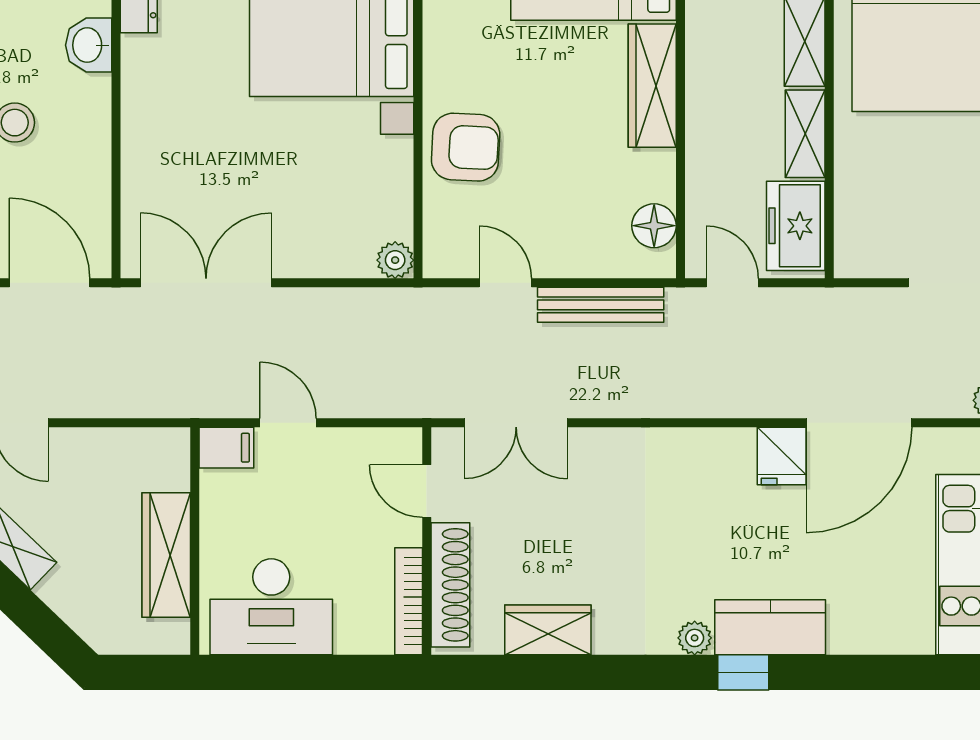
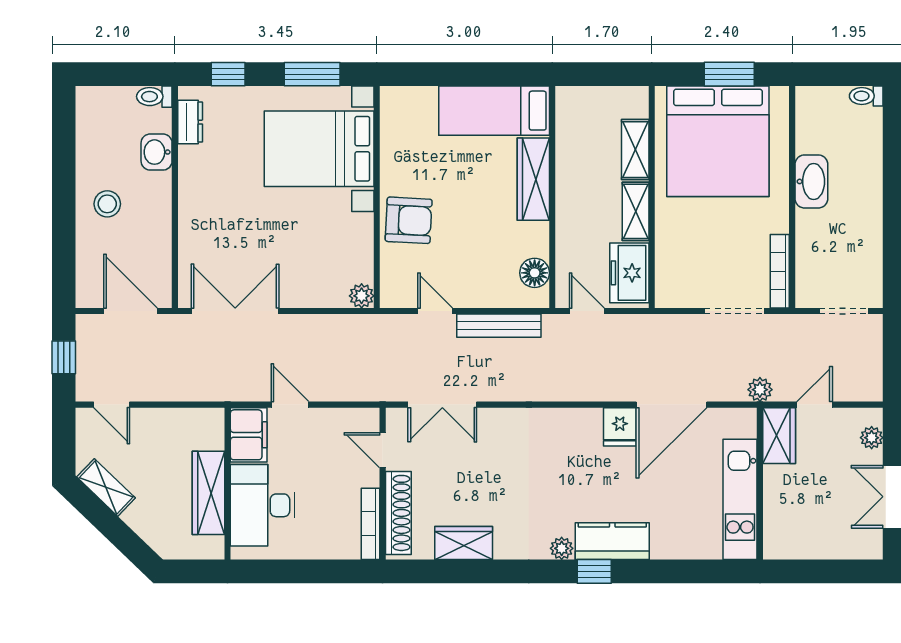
filing cabinet: (226, 448) -> (249, 435), width x2.00
desk: (271, 607) -> (263, 505), moved, turned 90

